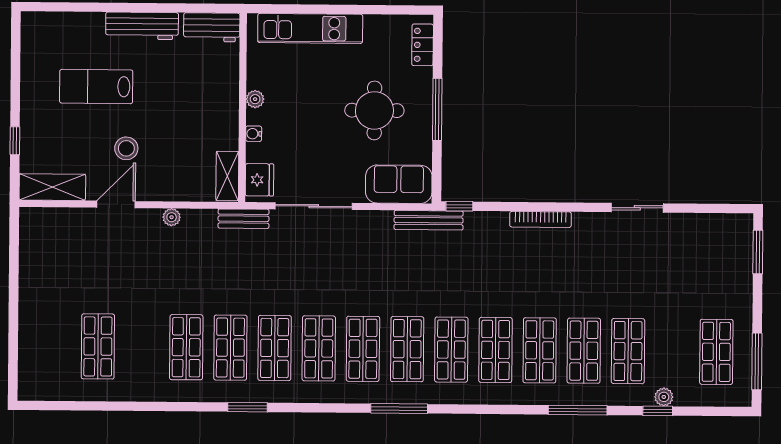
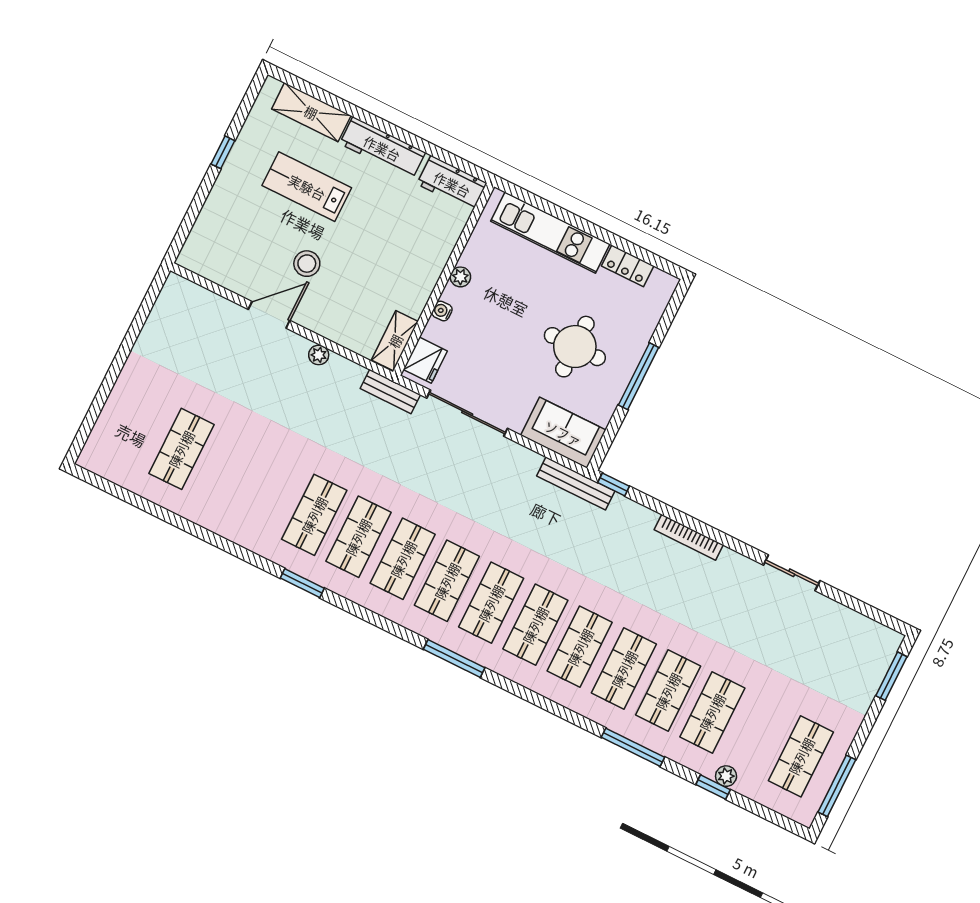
locker: (423, 45) -> (628, 266), moved, turned -90
window: (15, 141) -> (223, 152), moved
shelving: (52, 187) -> (311, 112), moved
shop shelf: (186, 347) -> (270, 493), removed

